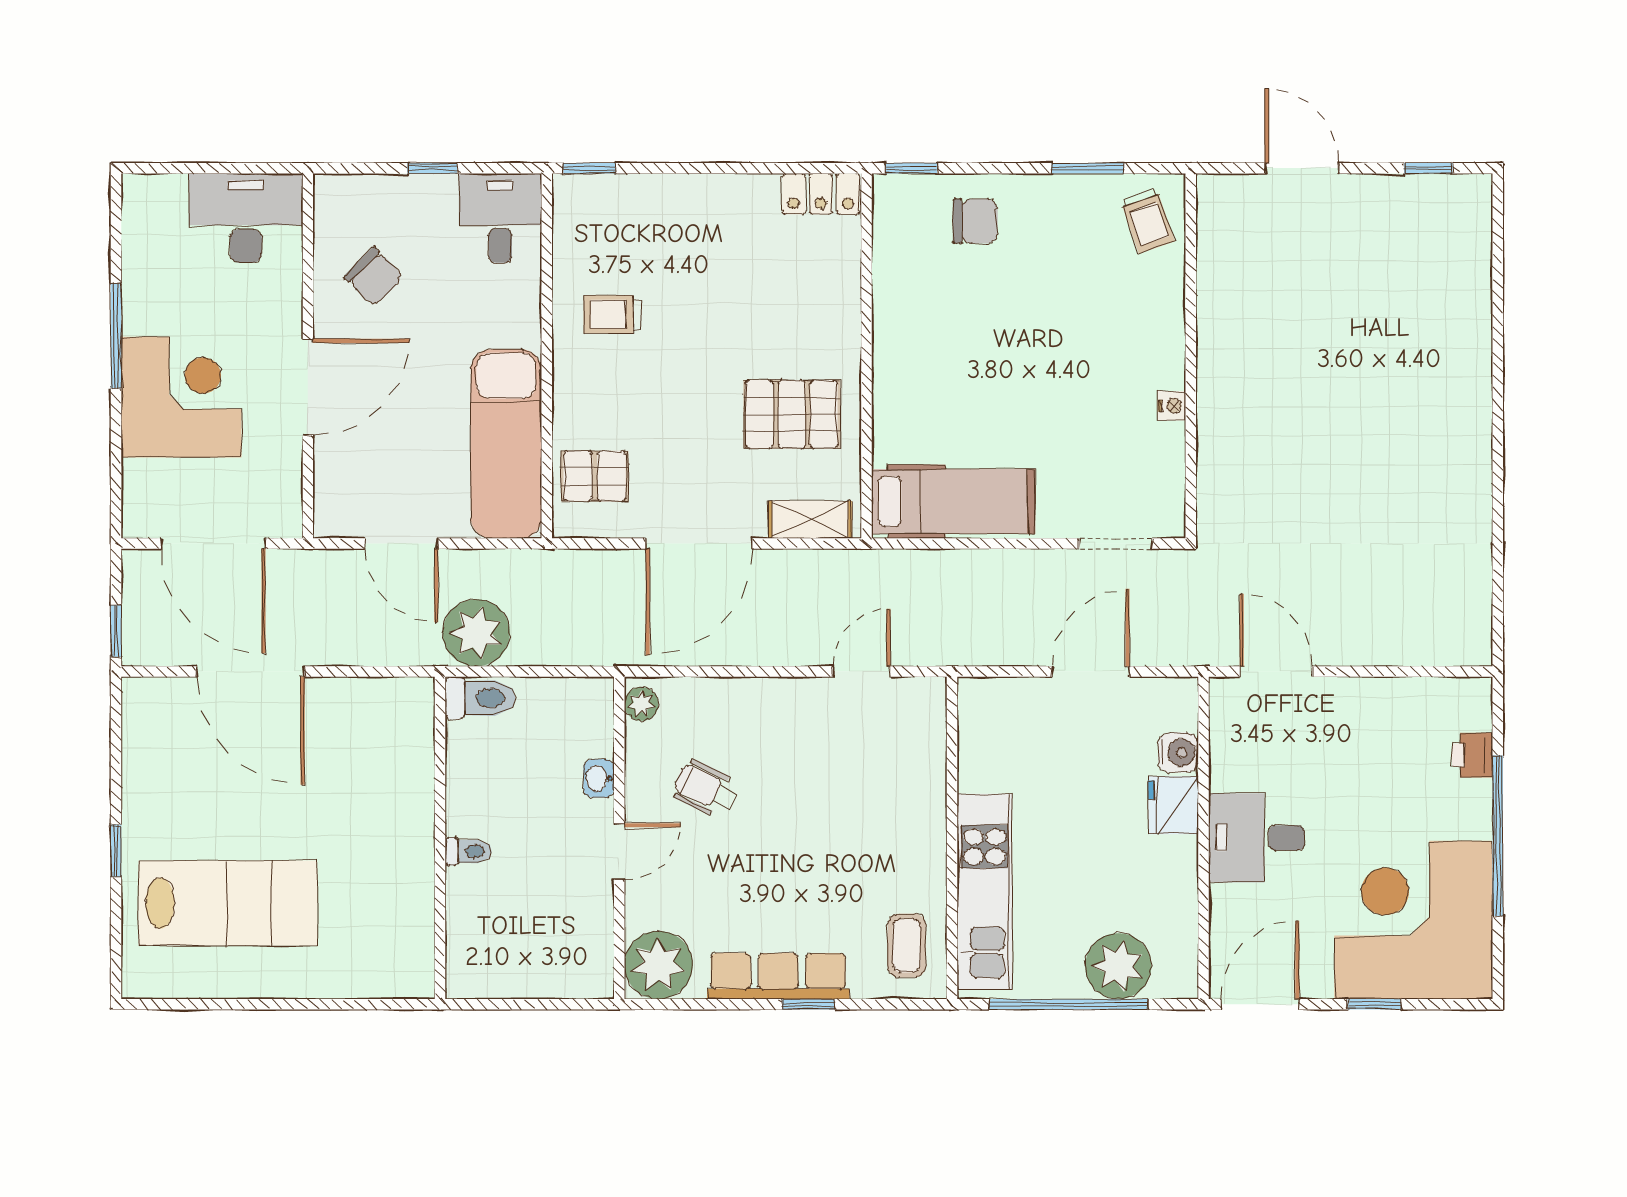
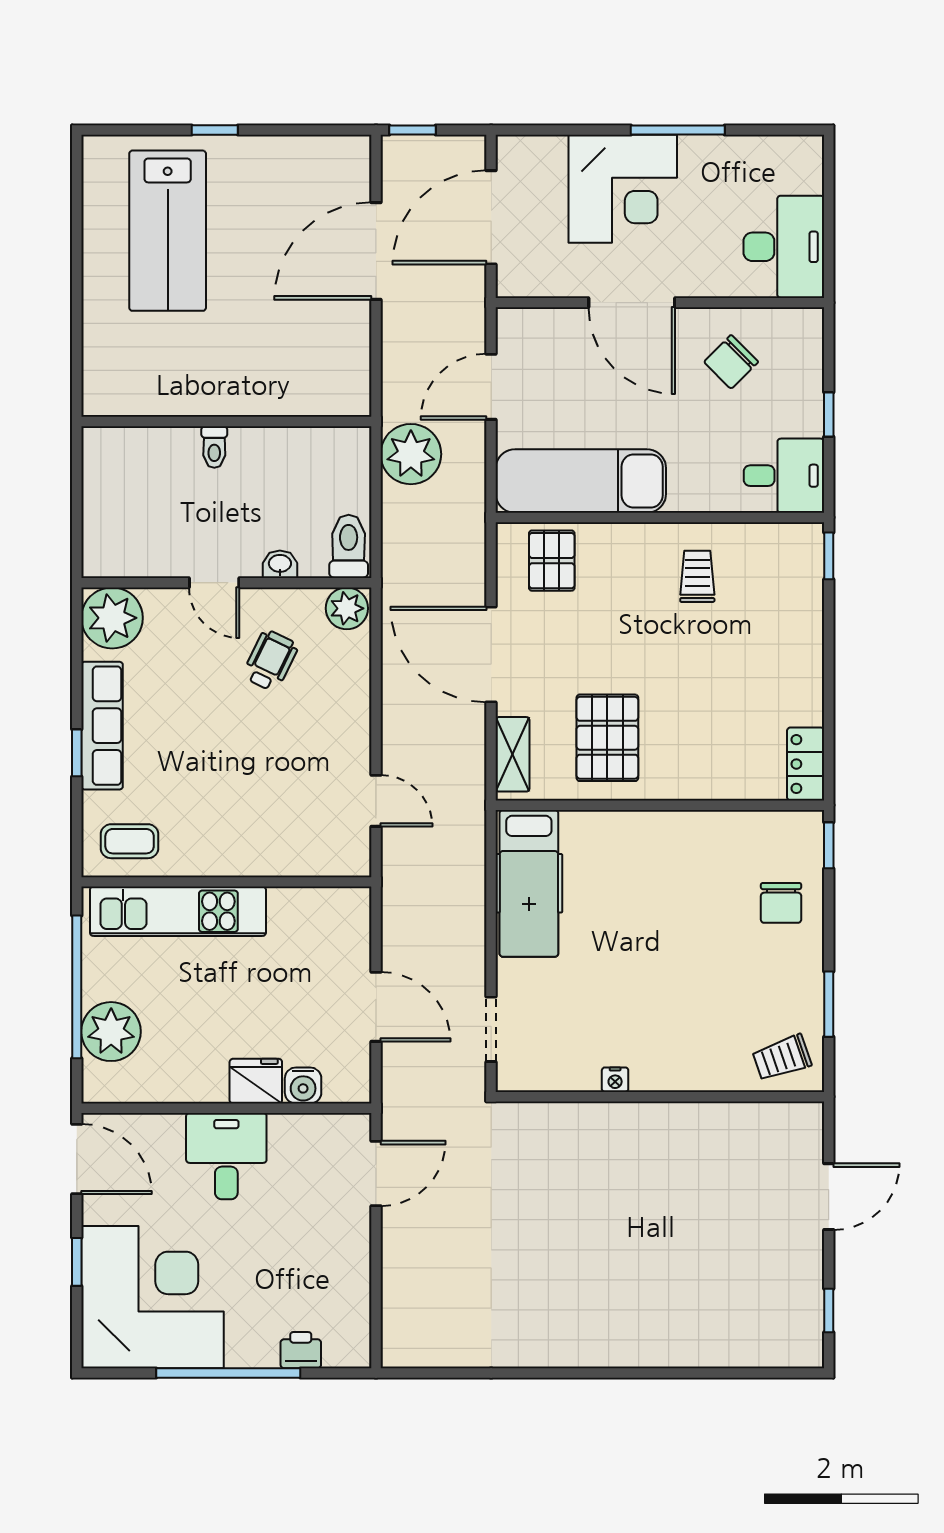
toilet: (480, 698) -> (349, 546), moved, turned 180
plant: (641, 704) -> (347, 608), width x1.38, depth x1.38

